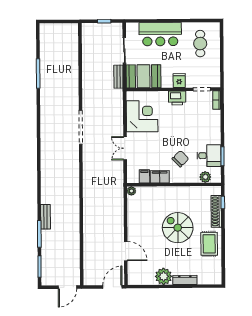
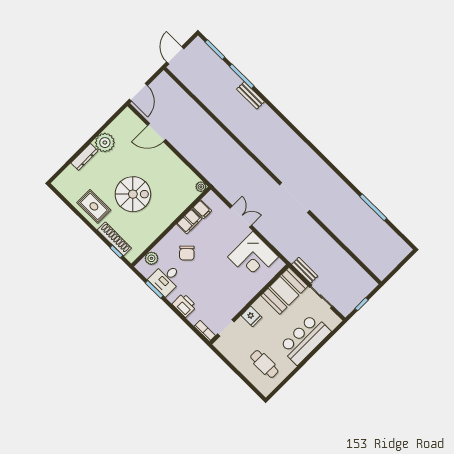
printer: (177, 98) -> (184, 305), moved, turned 90

